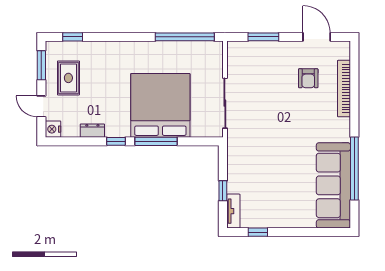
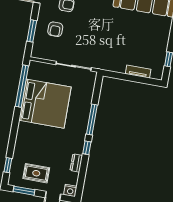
armchair: (271, 69) -> (55, 29), added
bed: (160, 105) -> (45, 104), moved, turned 180
window: (223, 191) -> (135, 79), removed
tv unit: (233, 211) -> (138, 72), moved

